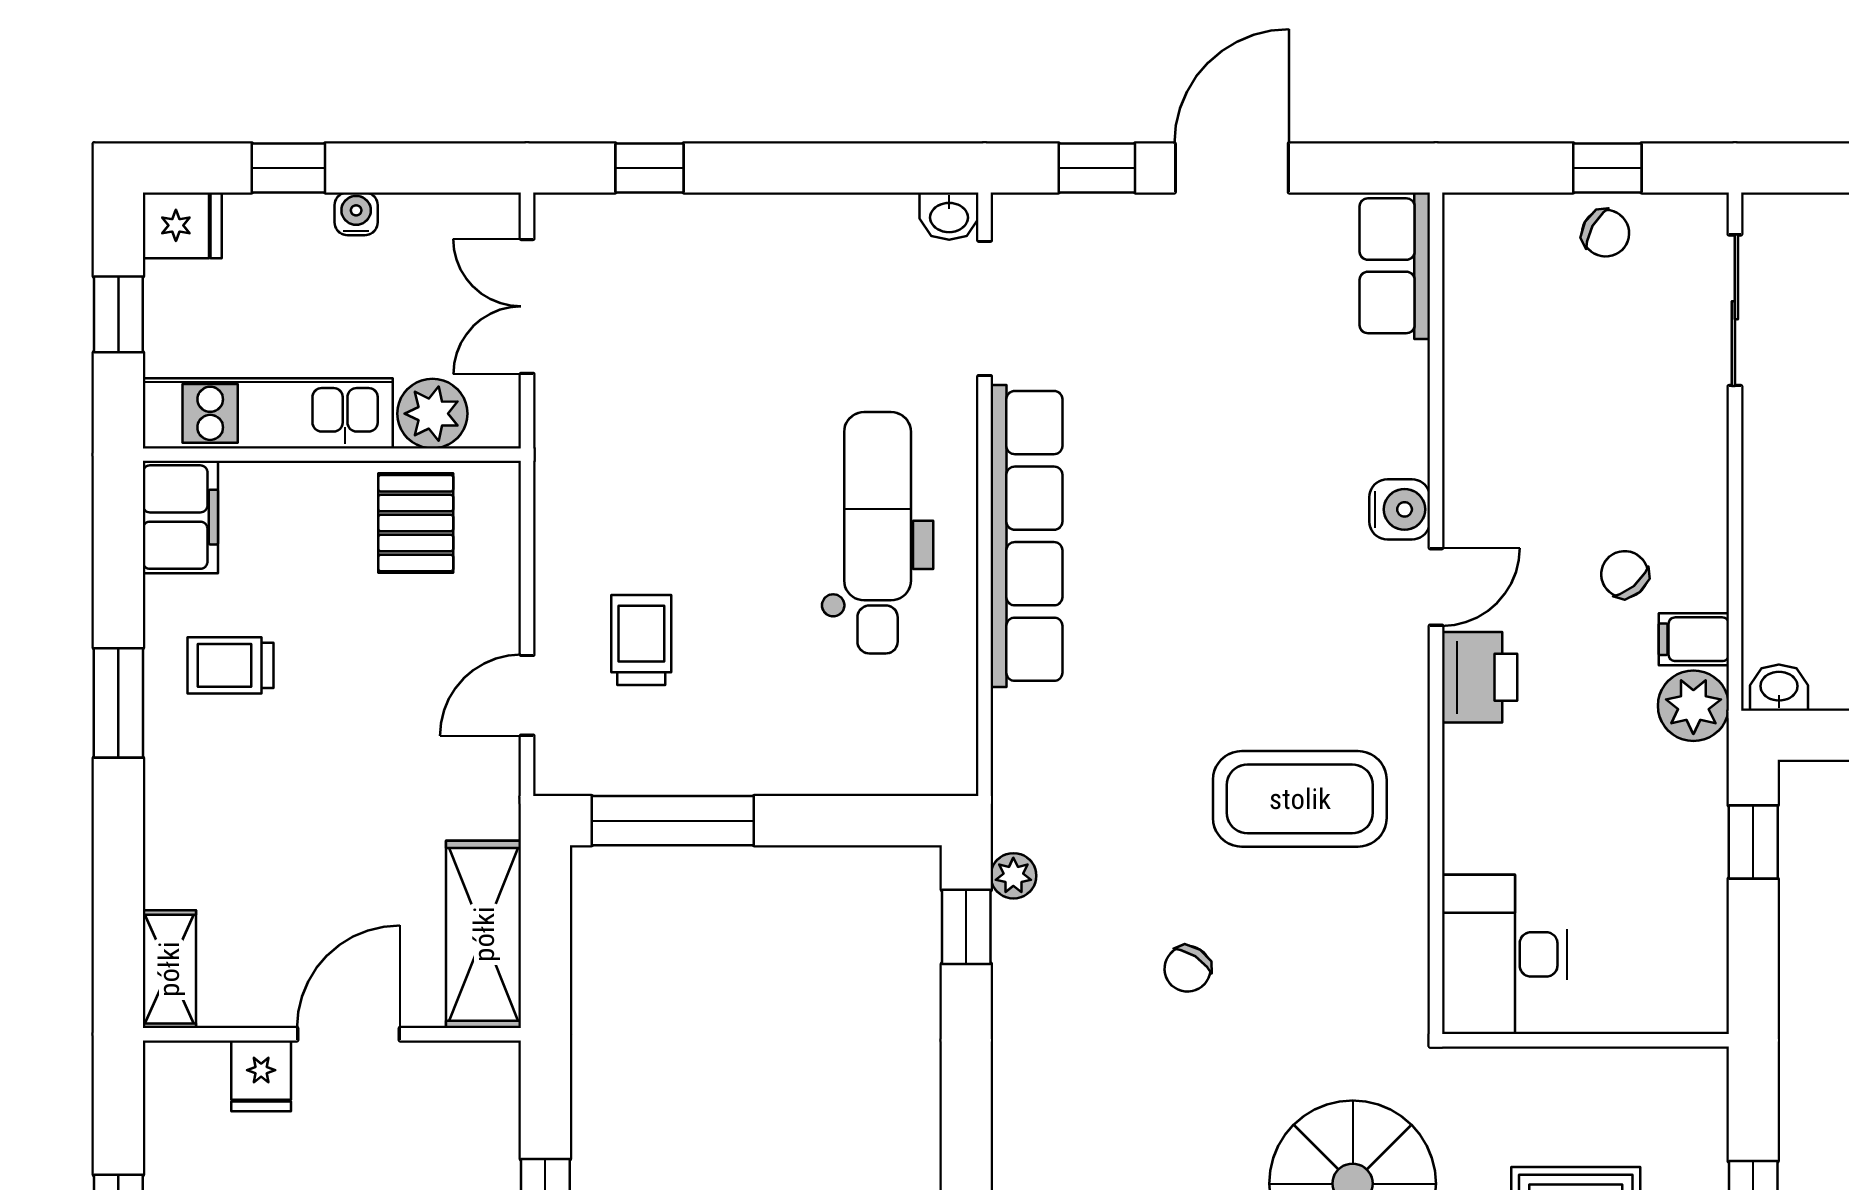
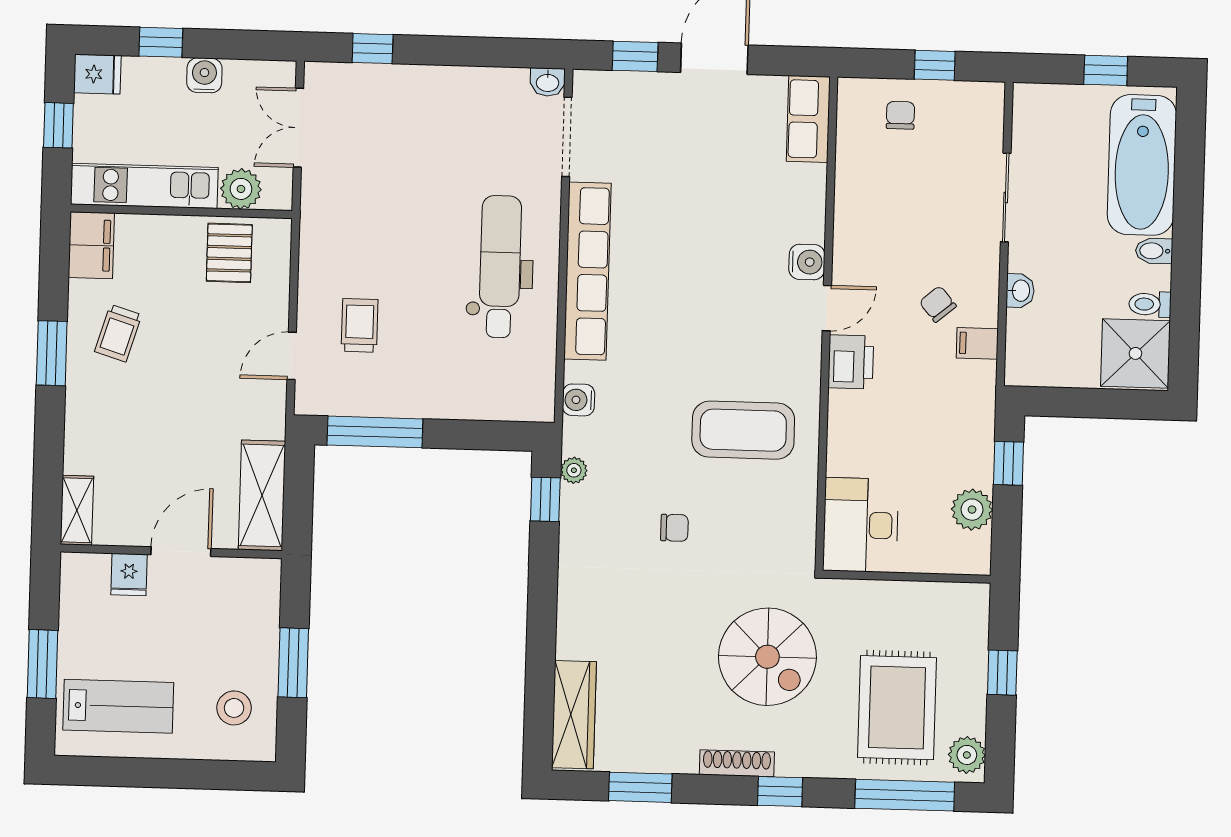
water cooler: (356, 214) -> (204, 75), width x1.38, depth x1.38
chair: (1606, 233) -> (900, 115), moved, turned -119
sliding door: (1735, 310) -> (1006, 197), moved
trolley: (231, 665) -> (118, 333), turned -73
washbasin: (1779, 688) -> (1020, 291), moved, turned 90
plant: (1693, 706) -> (972, 510), moved
water cooler: (1018, 756) -> (579, 400), added
chair: (1188, 969) -> (674, 528), turned -123

